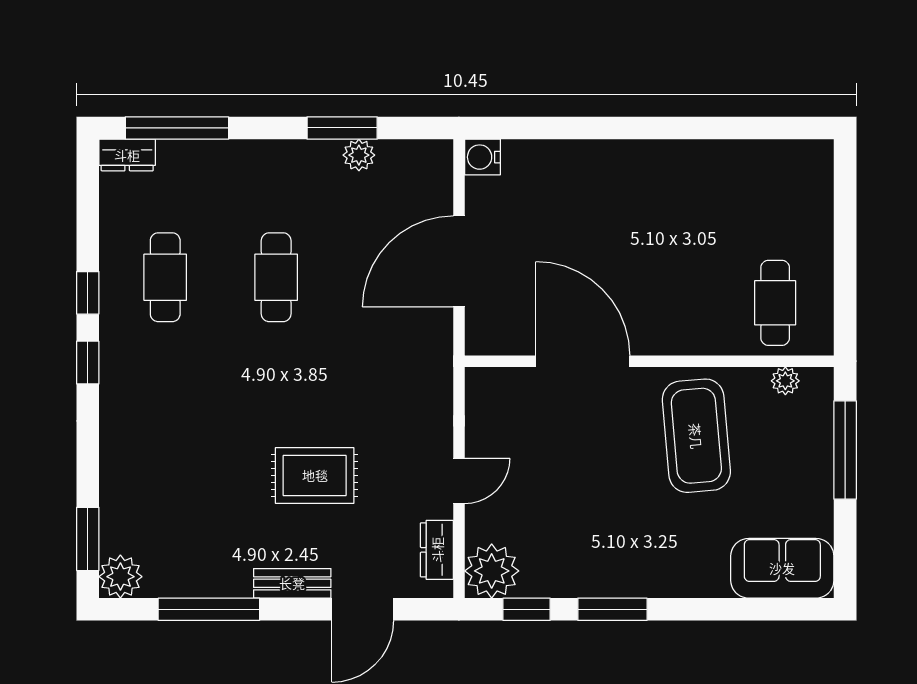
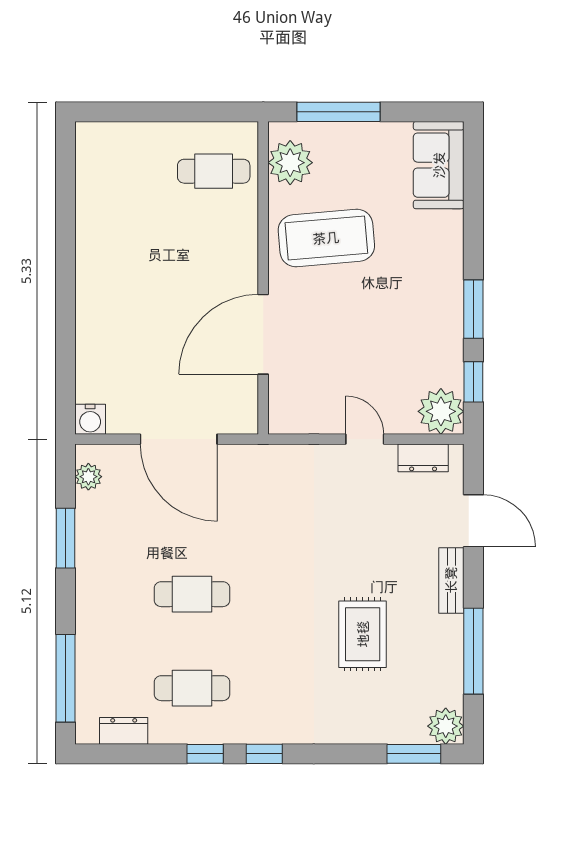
dresser: (127, 155) -> (124, 731), moved, turned -90
plant: (359, 155) -> (88, 477), moved
plant: (785, 381) -> (290, 163), width x1.88, depth x1.88
rug: (315, 475) -> (363, 634), moved

